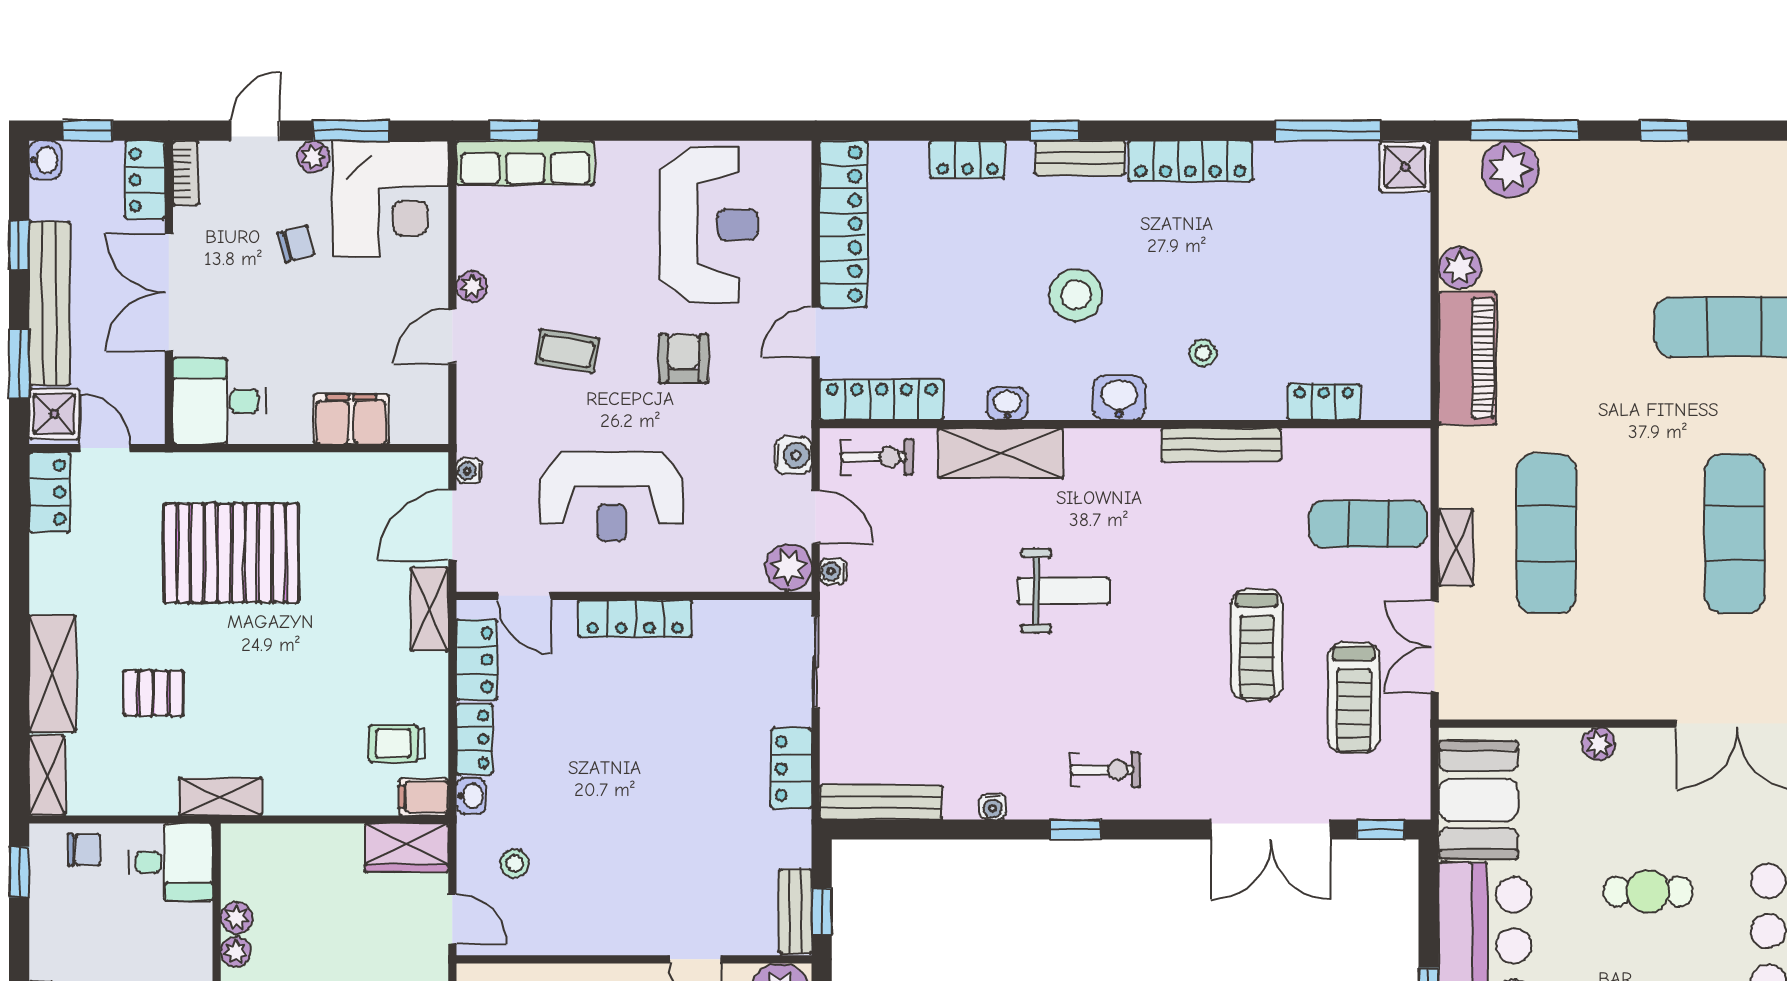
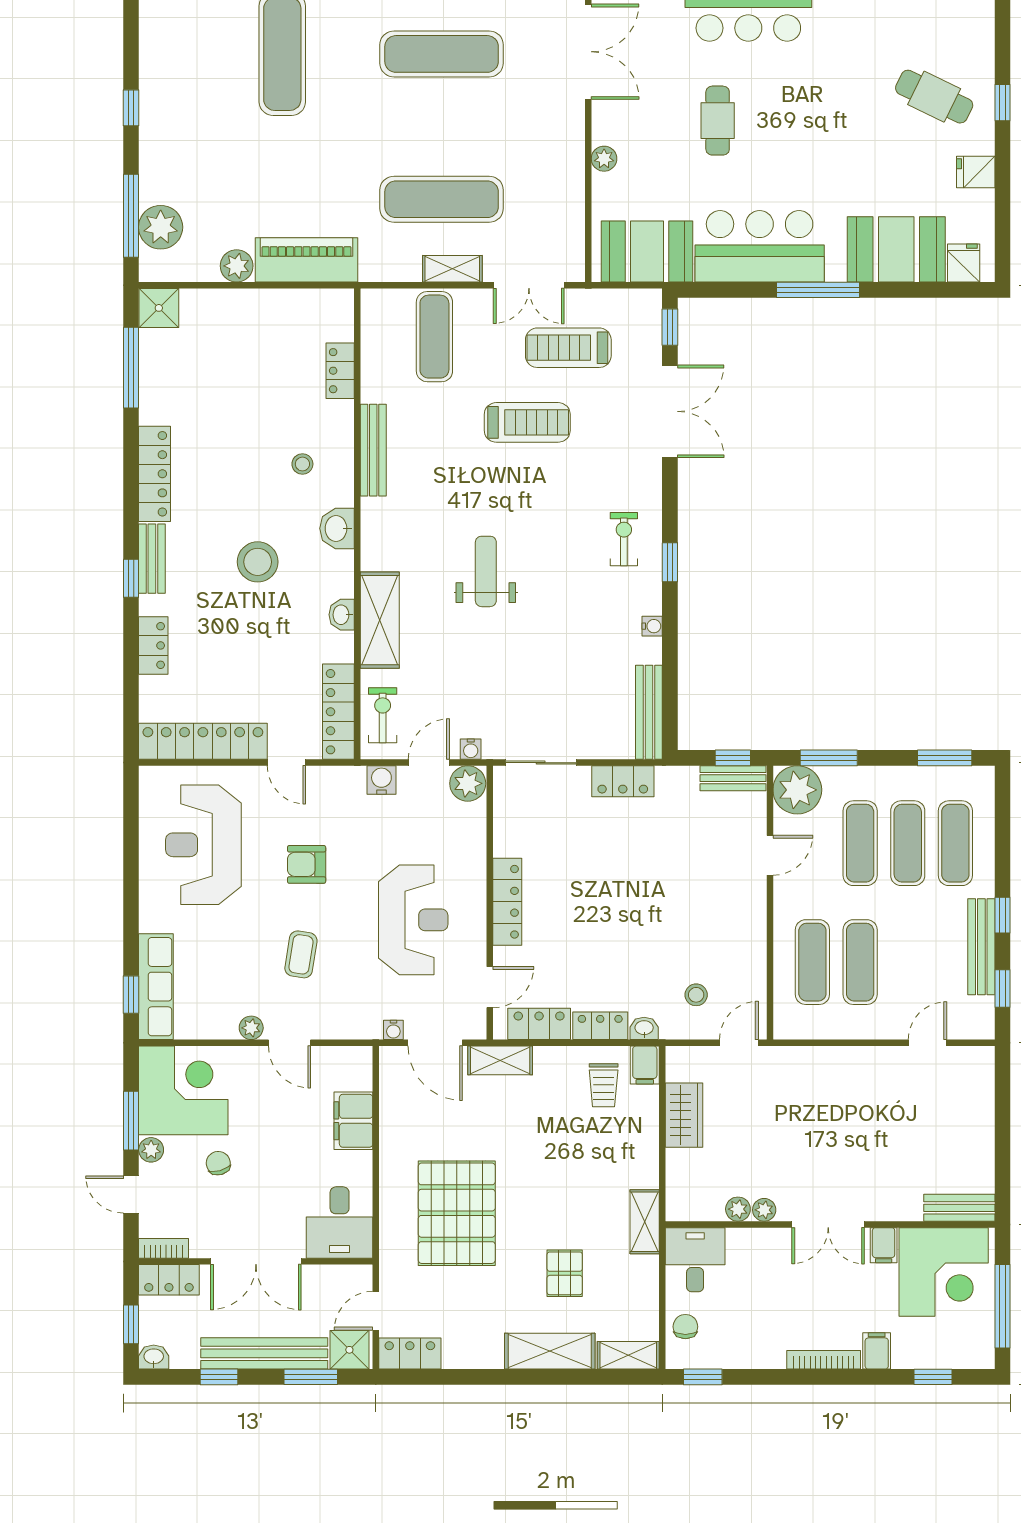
reception desk: (709, 225) -> (203, 845), turned -90
treadmill: (1354, 698) -> (568, 348), turned 180
wardrobe: (407, 848) -> (684, 1115), moved

